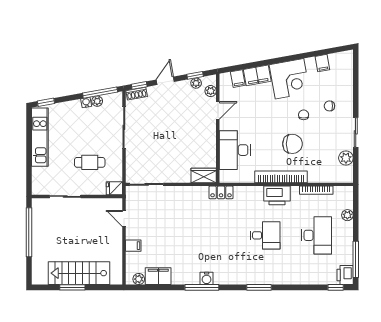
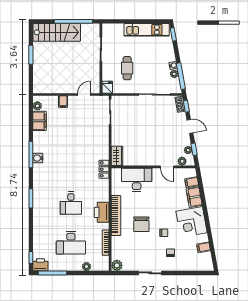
plant: (346, 158) -> (117, 265), moved
stairs: (79, 273) -> (57, 32), moved, turned 90

